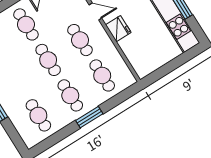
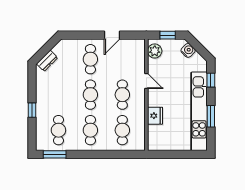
fridge: (118, 29) -> (155, 116), moved
window: (89, 117) -> (55, 154), moved

